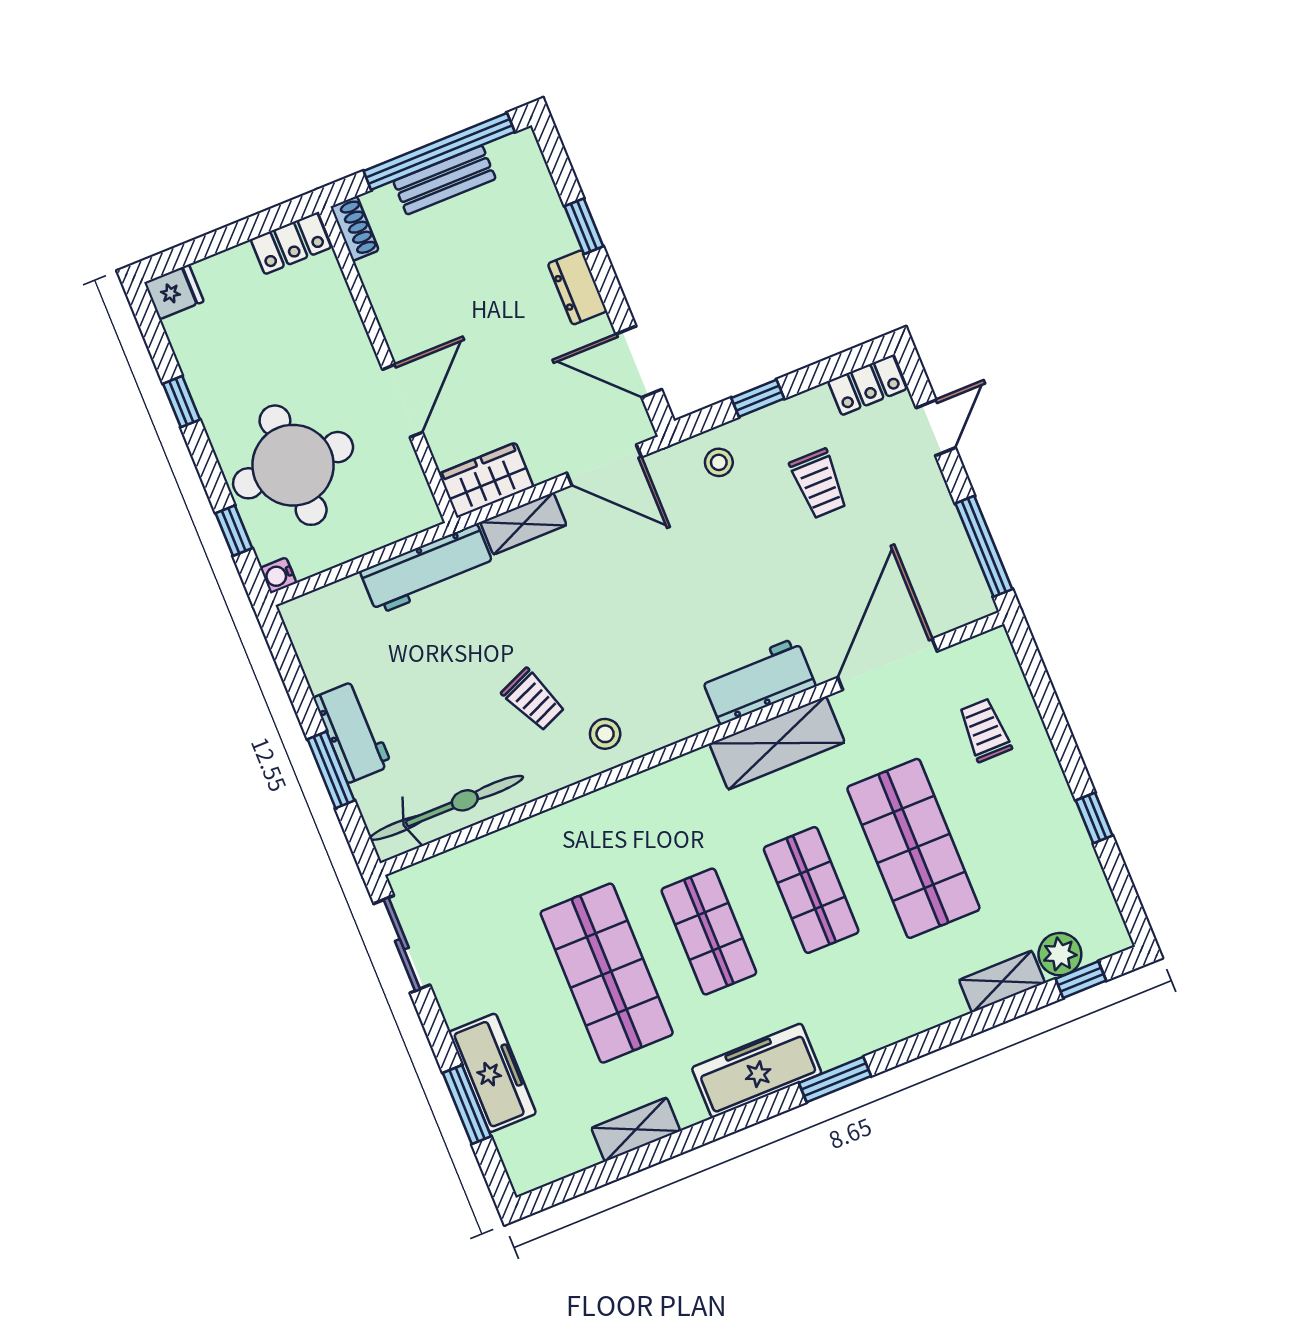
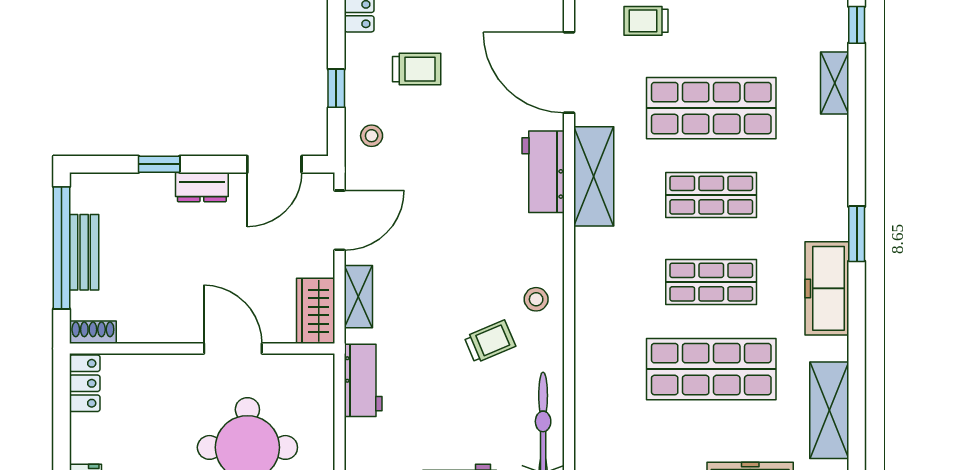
workbench: (427, 569) -> (363, 380), width x0.73
plant: (1060, 954) -> (832, 32), removed
shelving: (636, 1129) -> (829, 410), width x1.50, depth x1.33

